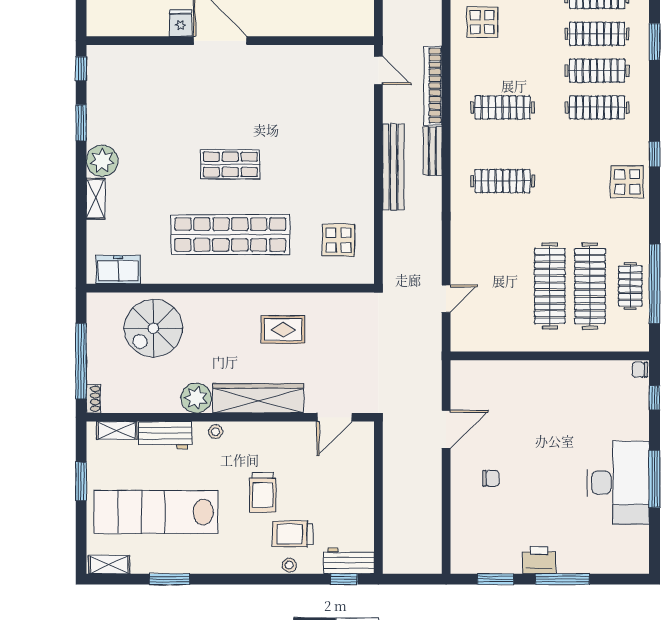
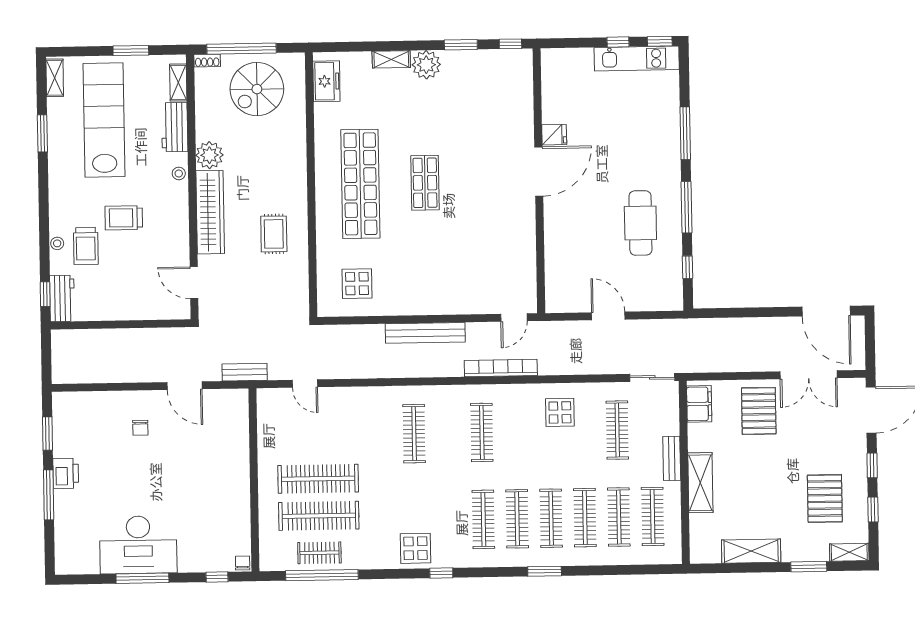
bench: (433, 151) -> (245, 372), moved
spiral stairs: (153, 328) -> (257, 89), moved, turned -90
trolley: (292, 534) -> (86, 246), turned 180

